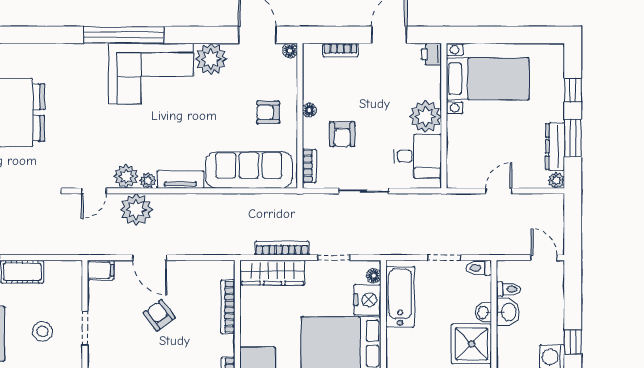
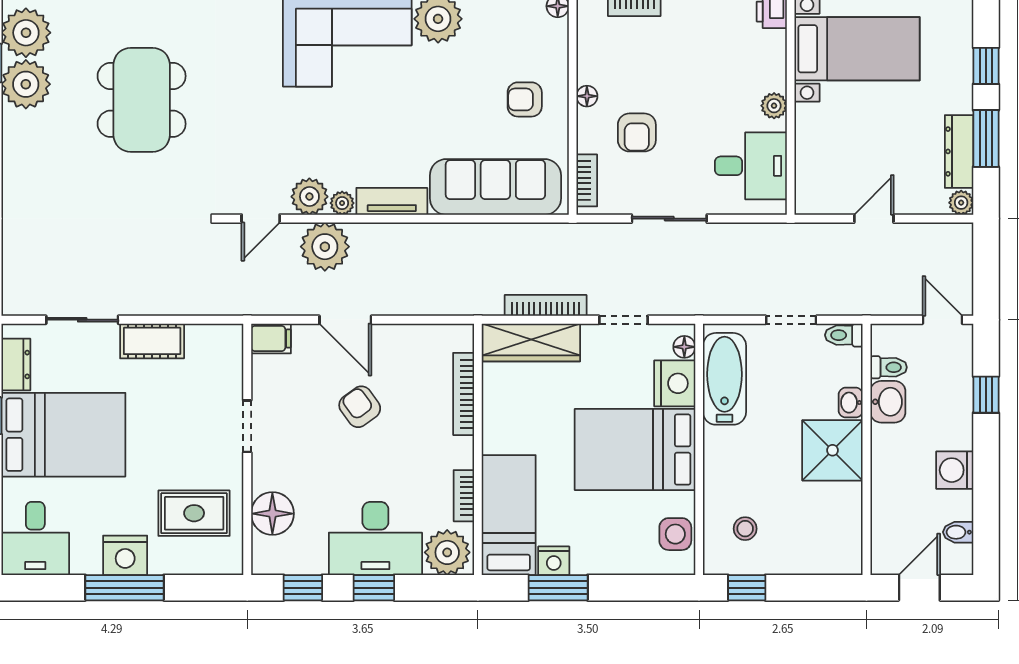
plant: (425, 116) -> (774, 106), width x0.53, depth x0.53
stool: (42, 332) -> (183, 431), removed
window: (573, 342) -> (986, 395), moved

